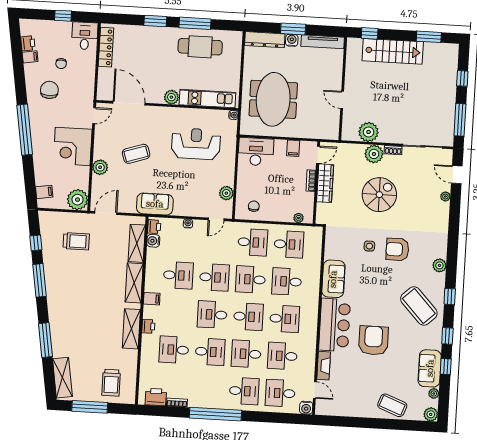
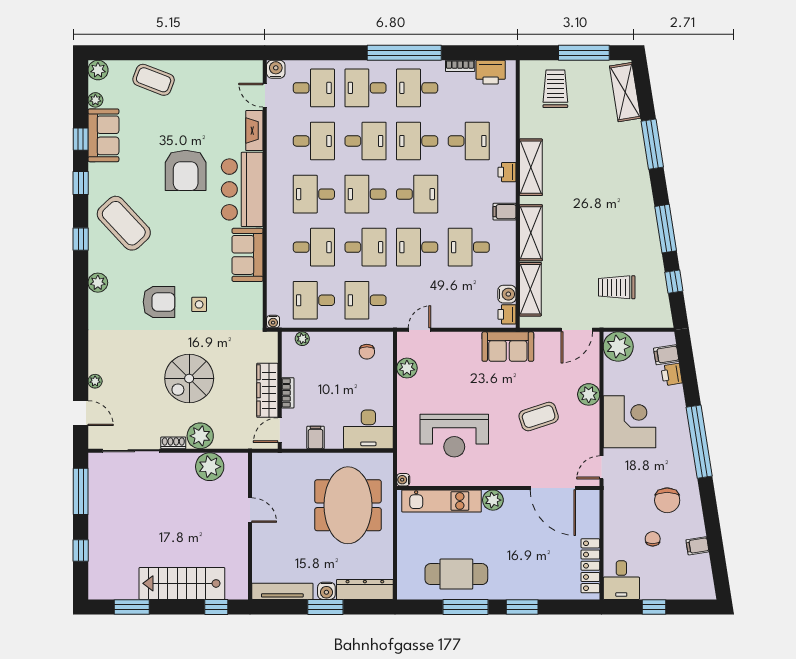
printer: (28, 43) -> (672, 374), moved
water cooler: (188, 224) -> (273, 322), moved
desk: (208, 389) -> (417, 88), added

